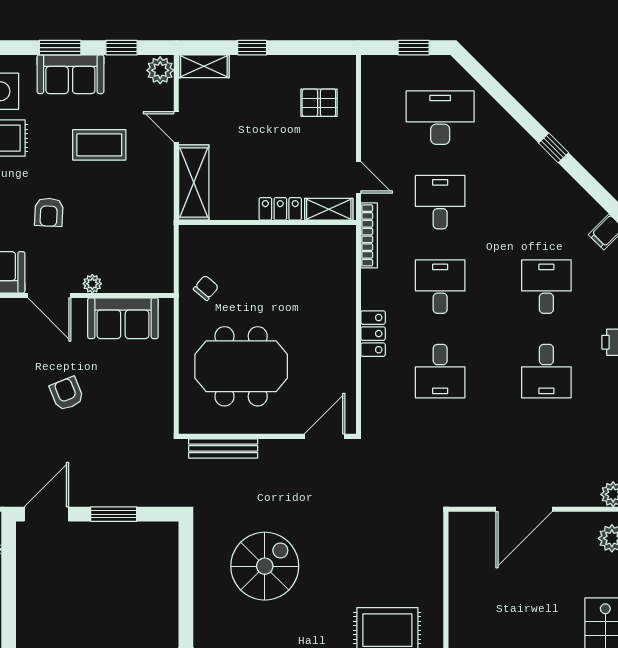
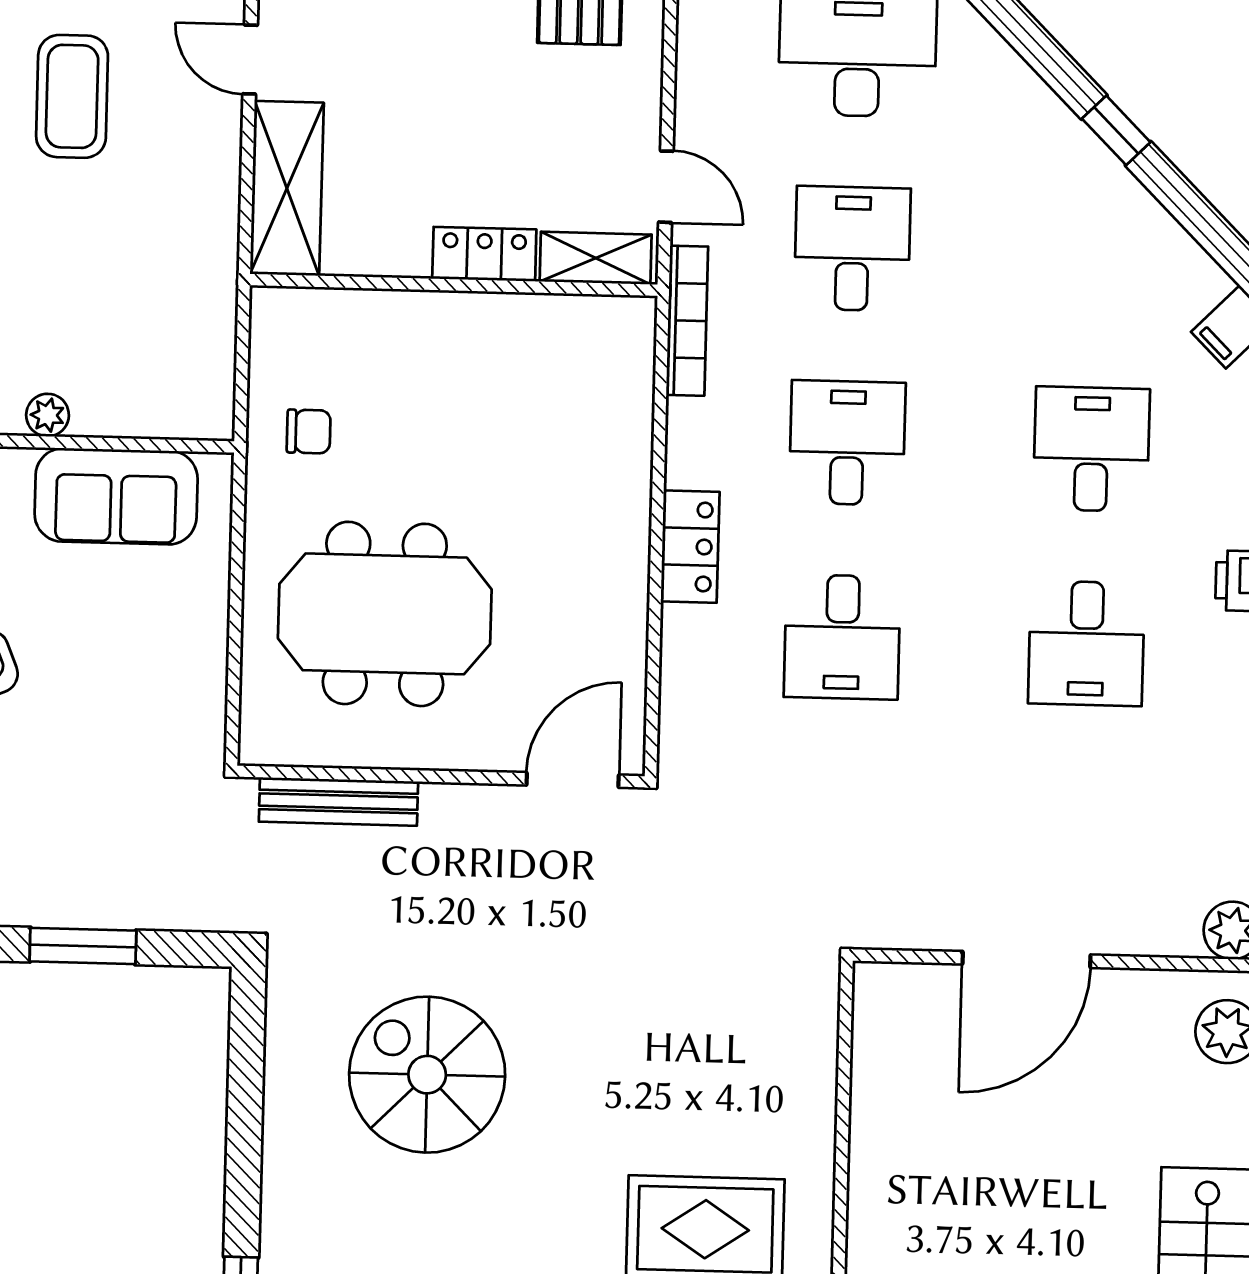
coffee table: (99, 145) -> (72, 96), turned 90
chair: (206, 288) -> (309, 431), turned 50
spiral stairs: (265, 566) -> (427, 1075), turned -90

